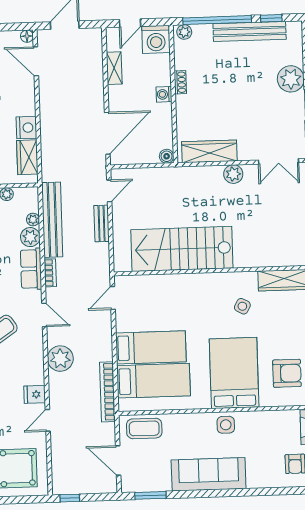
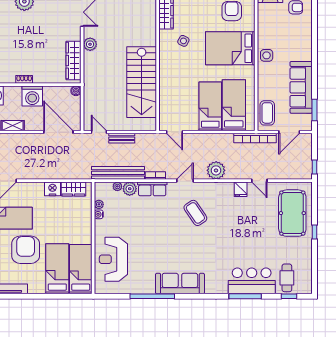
washing machine: (164, 94) -> (32, 96), width x1.89, depth x1.89
bookcase: (107, 392) -> (255, 138), moved
sofa: (209, 474) -> (301, 87), moved

